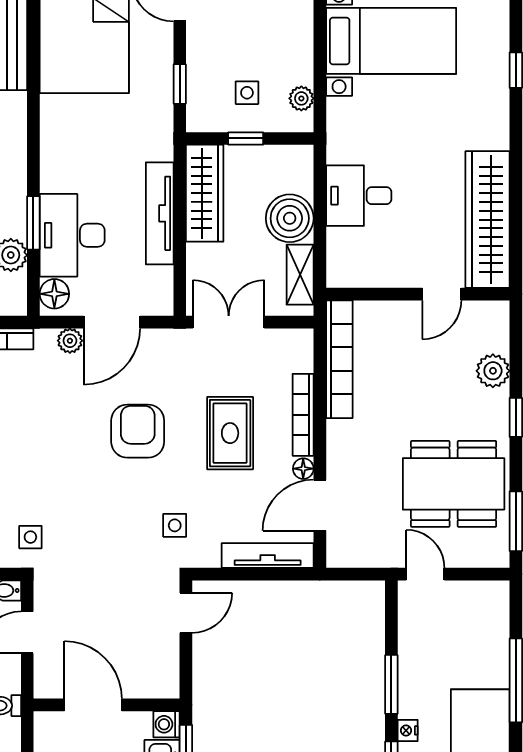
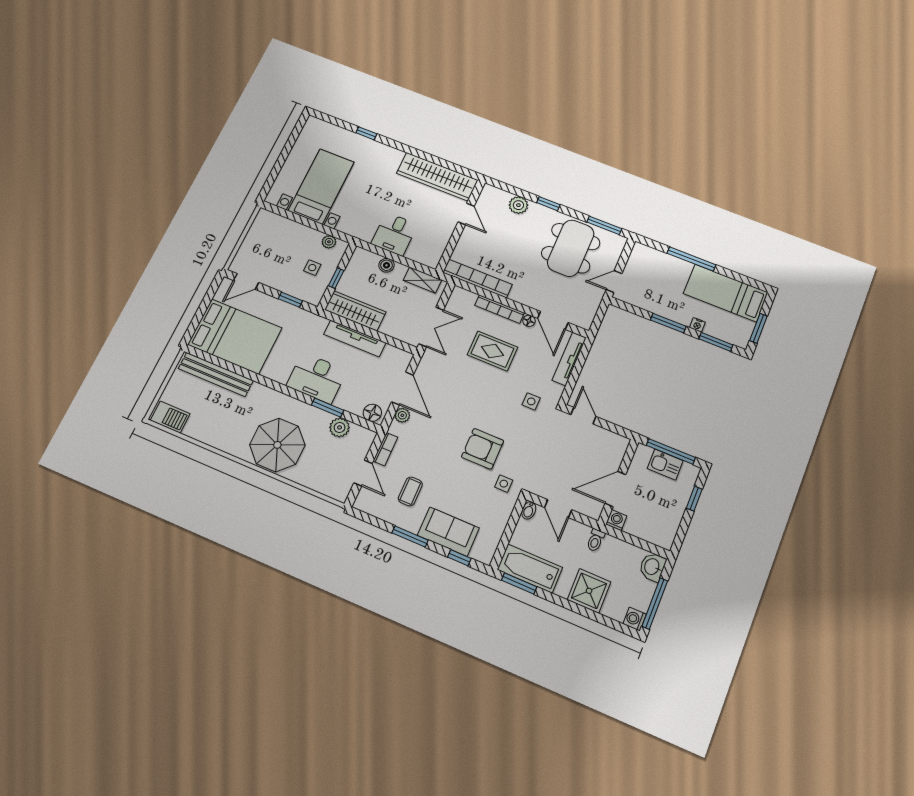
boiler: (290, 218) -> (386, 265), width x0.54, depth x0.54
desk: (72, 235) -> (317, 378), moved
double door: (229, 322) -> (431, 327), swing flipped
armchair: (138, 431) -> (483, 449), moved
washing machine: (167, 724) -> (616, 520), moved, turned 180

